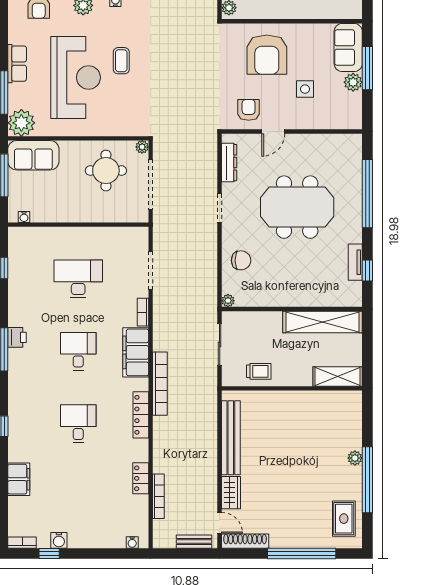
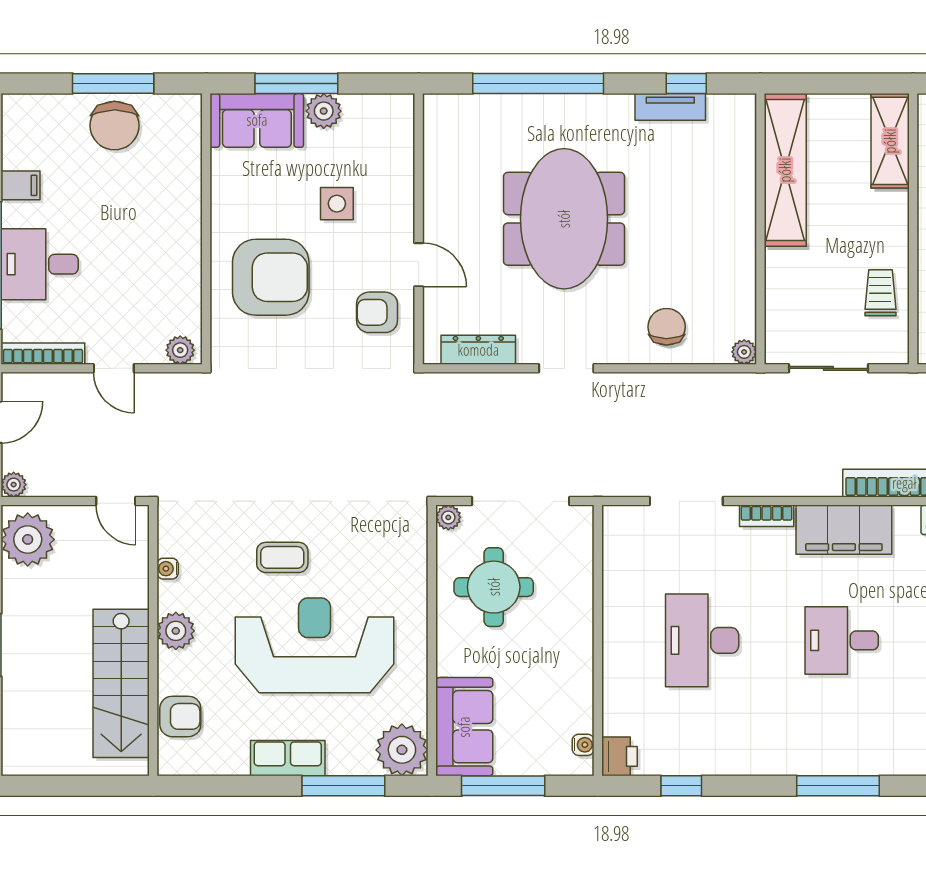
printer: (17, 337) -> (619, 756), moved, turned 90

